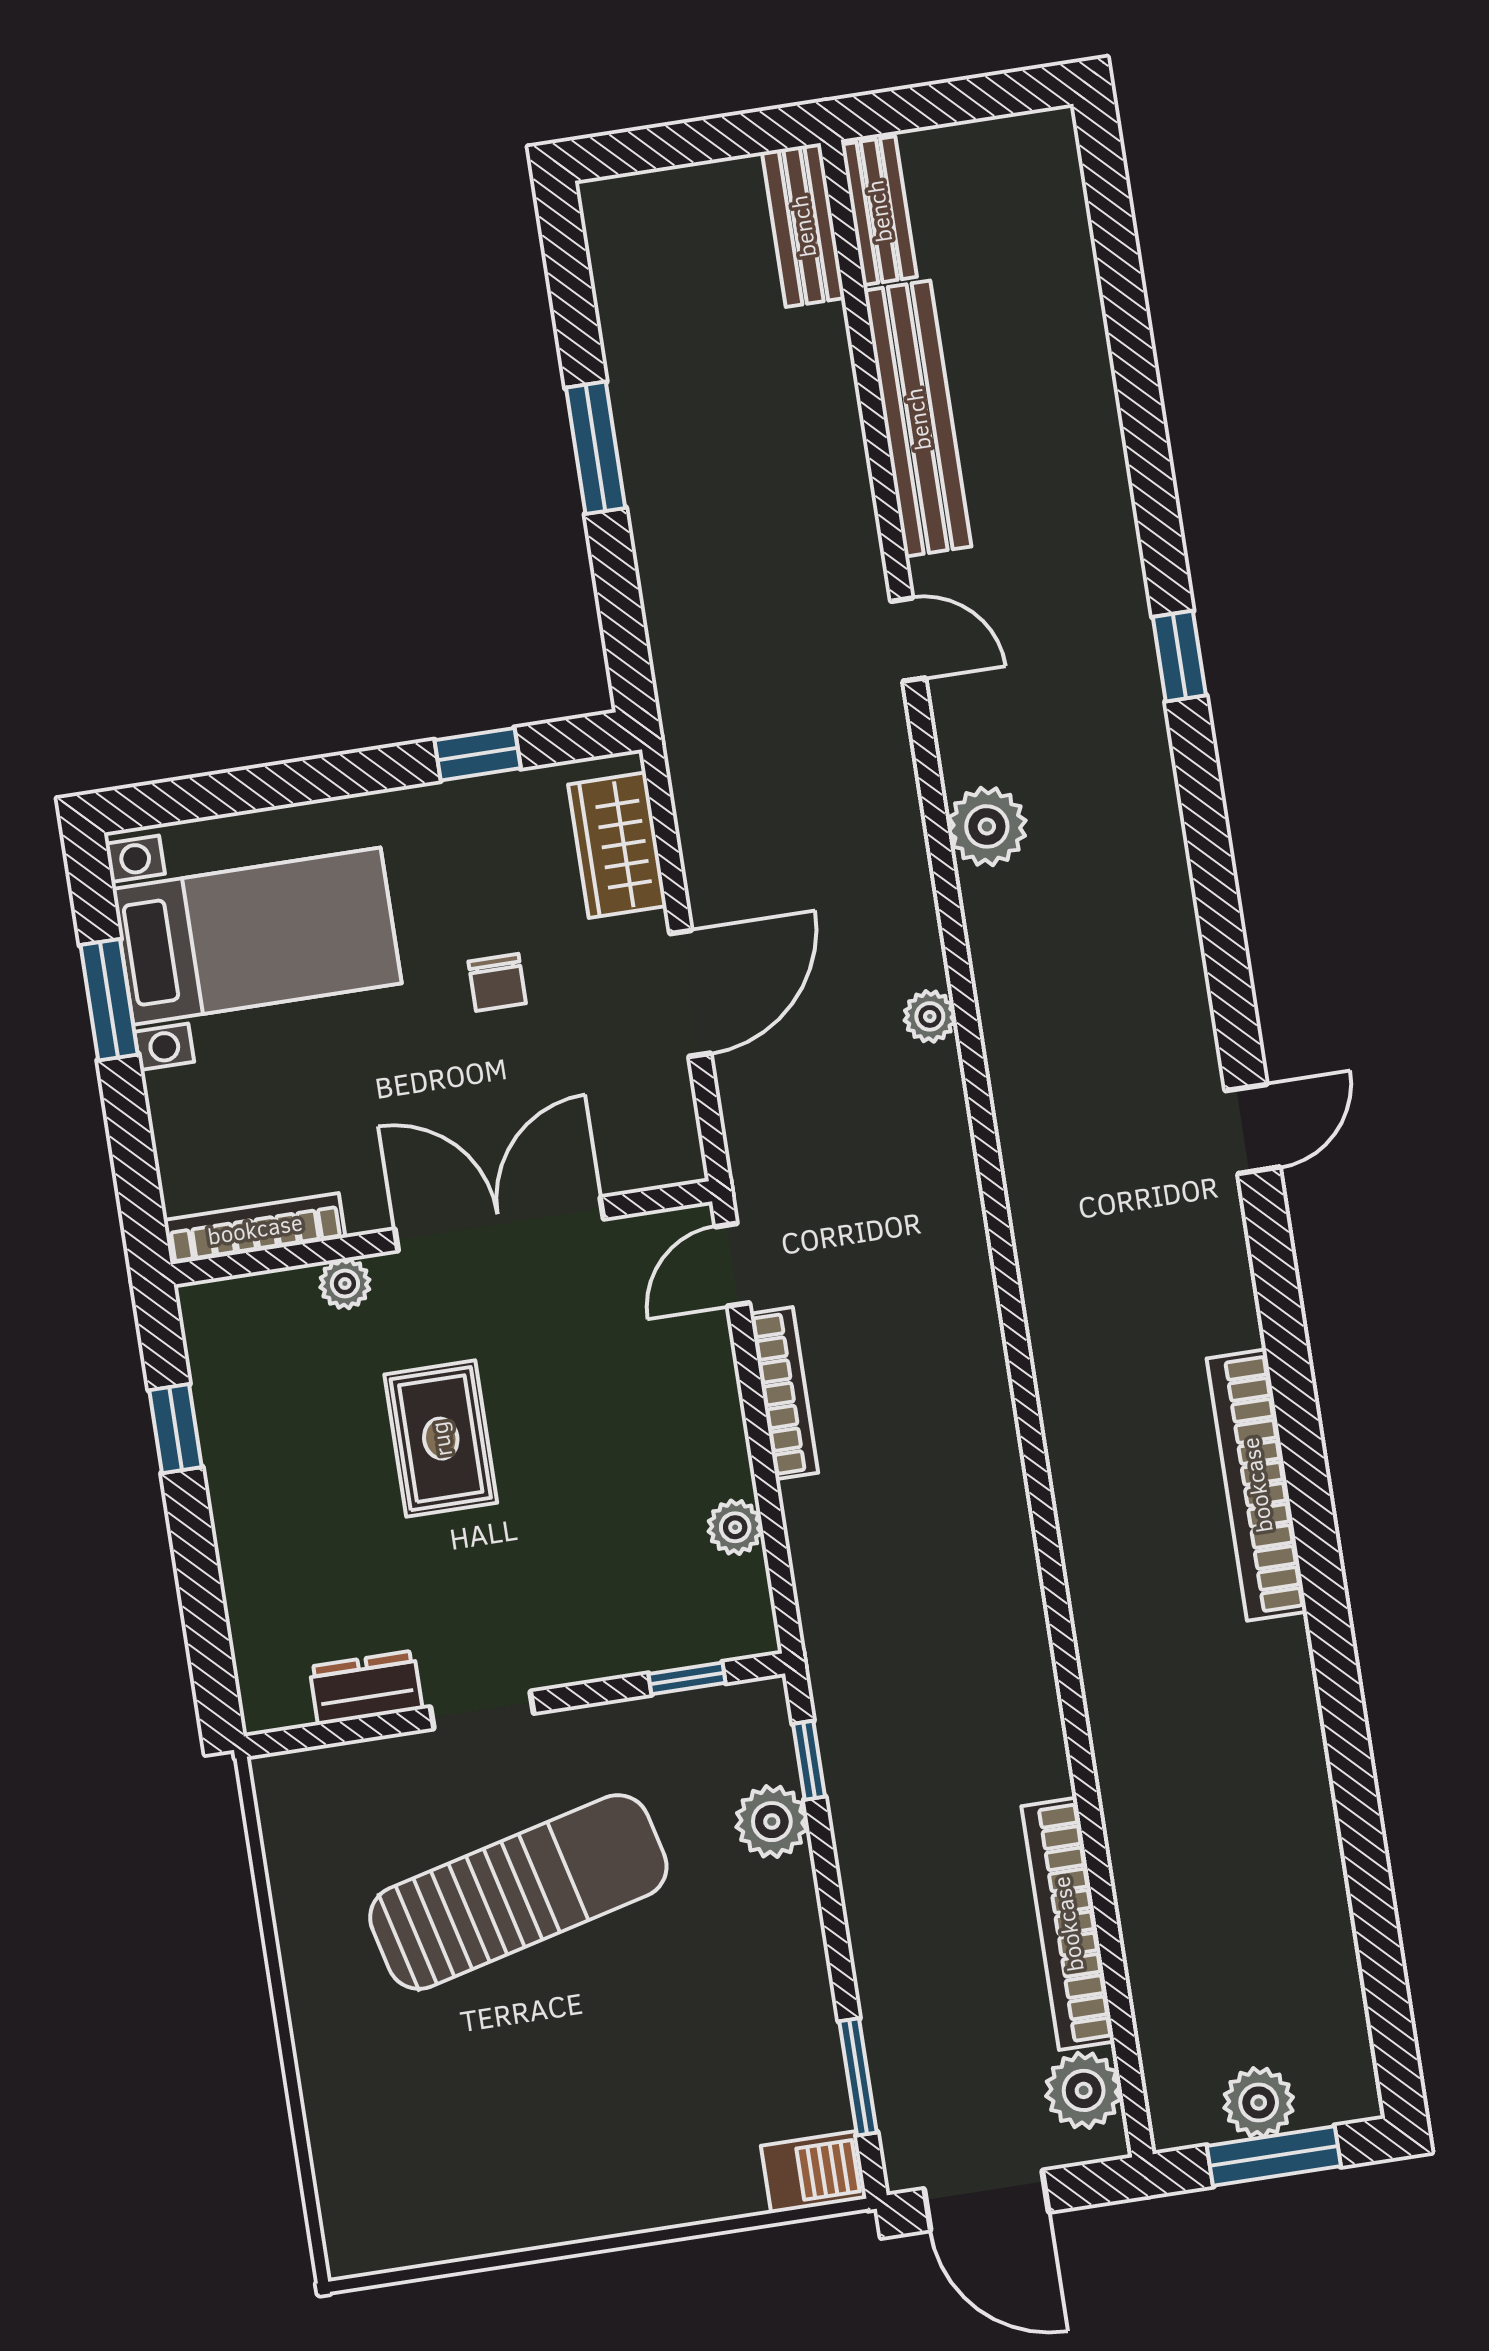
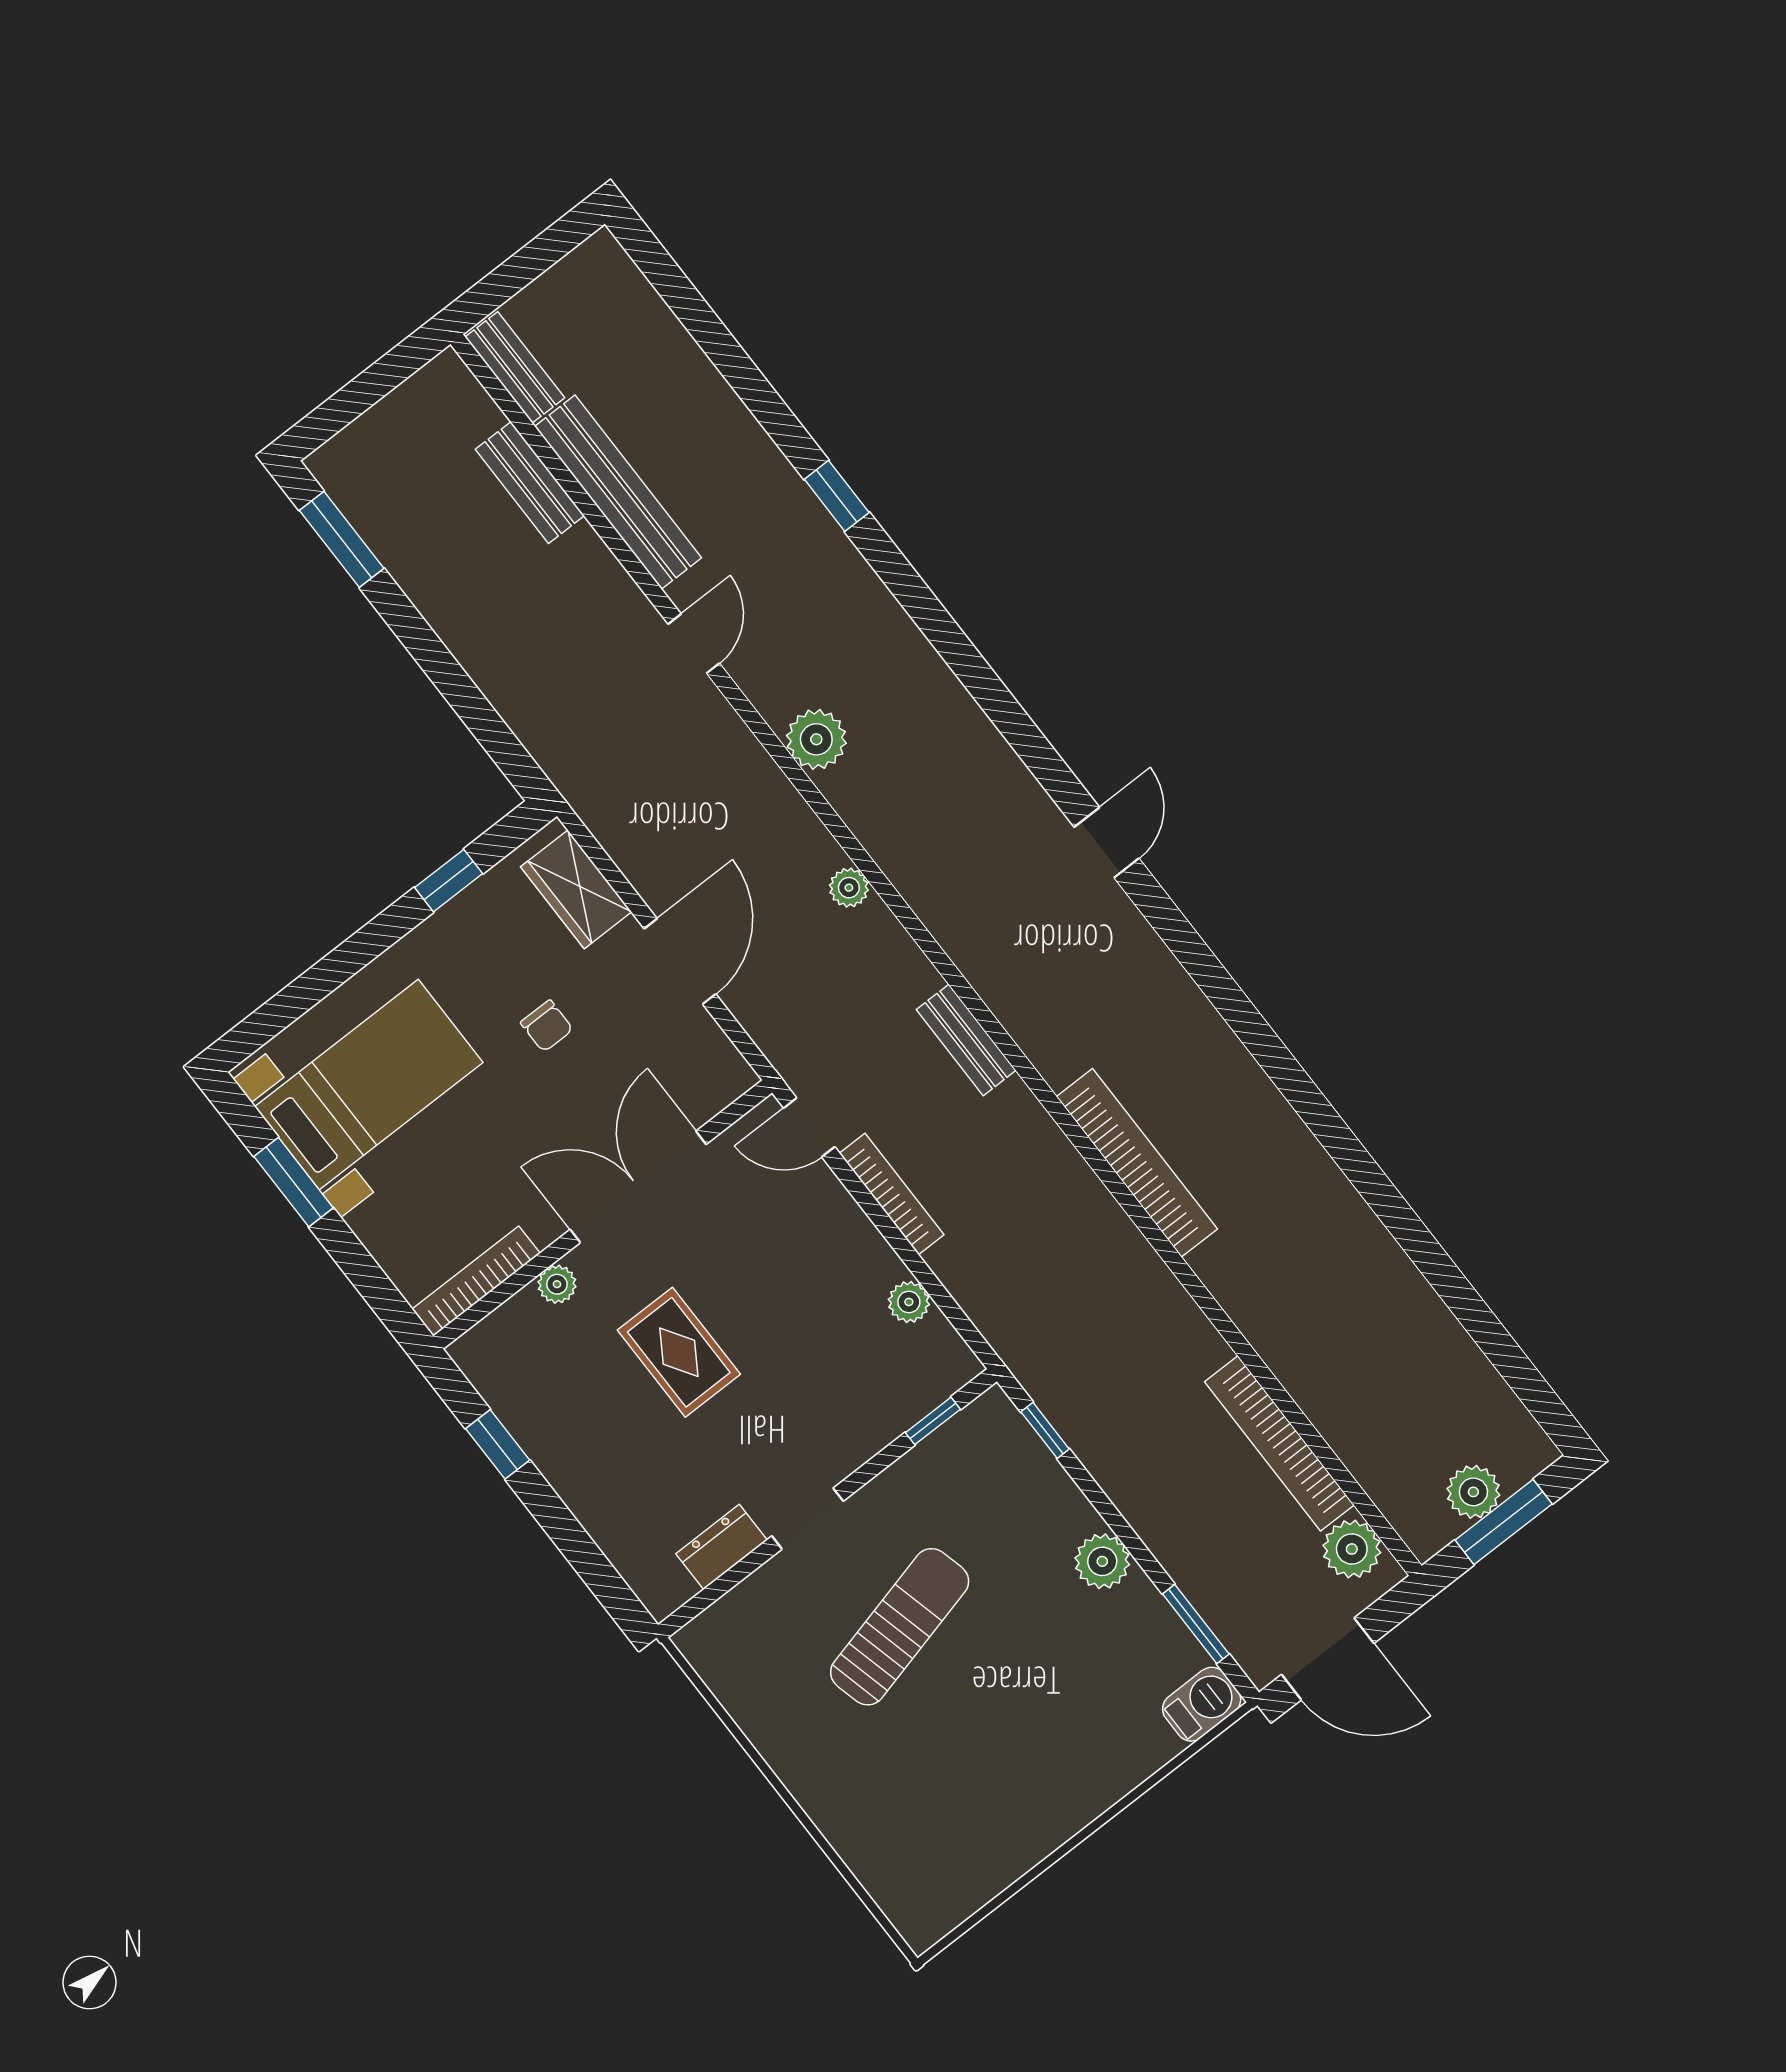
bench: (803, 226) -> (530, 483), moved
window: (596, 448) -> (342, 539), moved
door: (908, 639) -> (694, 644), hinge flipped
window: (1179, 656) -> (837, 496), moved
door: (732, 1265) -> (809, 1127), hinge flipped
bench: (967, 1265) -> (966, 1040), added
bookcase: (1257, 1485) -> (1137, 1163), moved, turned 180
plant: (772, 1822) -> (1102, 1561), moved
sun lounger: (518, 1892) -> (900, 1627), width x0.73, depth x0.75

